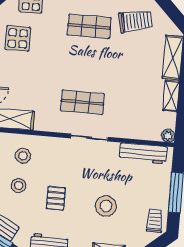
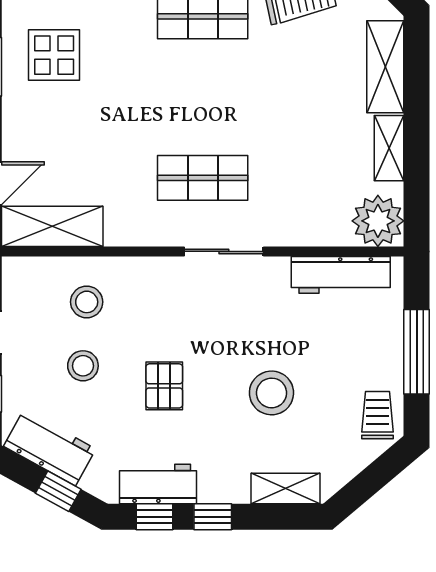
plant: (168, 136) -> (378, 221), width x1.87, depth x1.87

